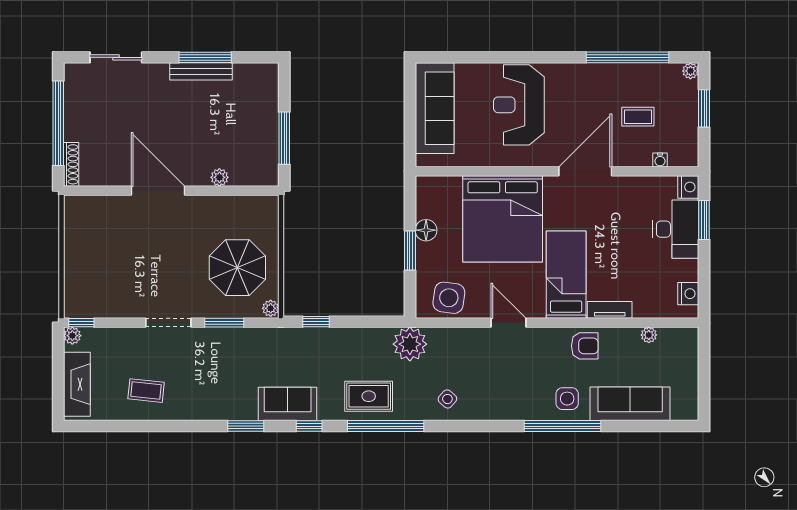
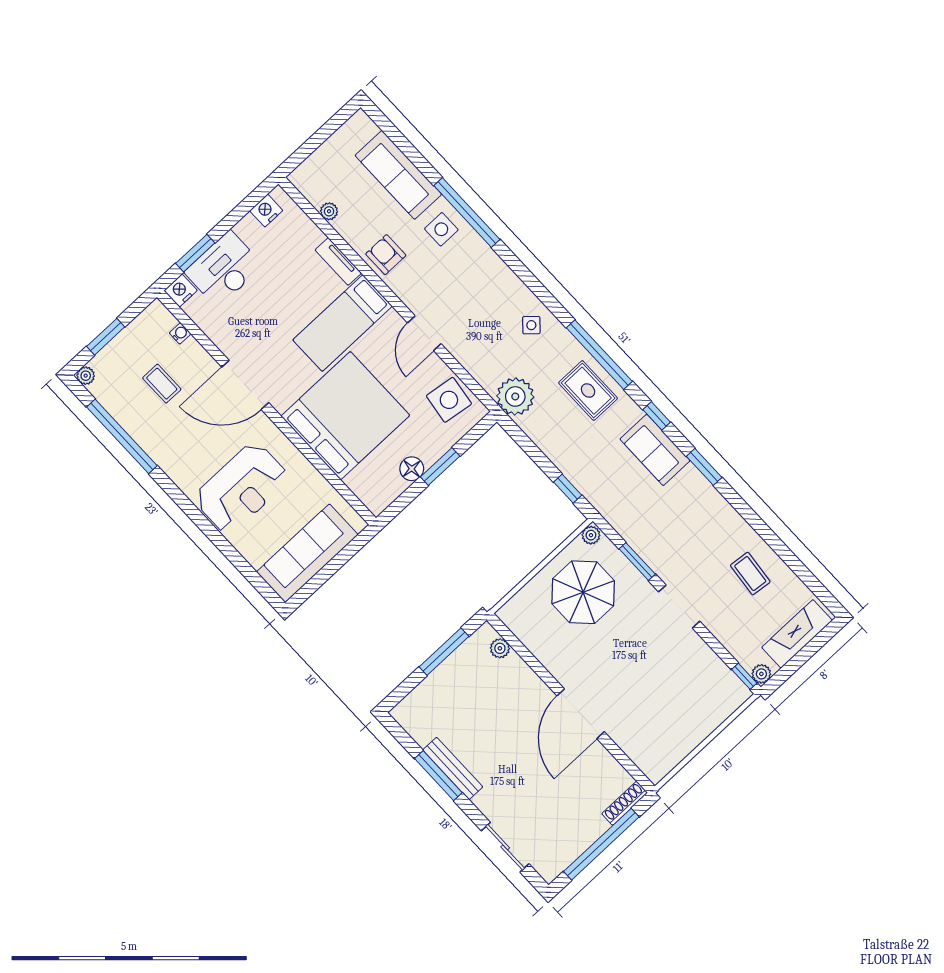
plant: (219, 177) -> (500, 648), moved

